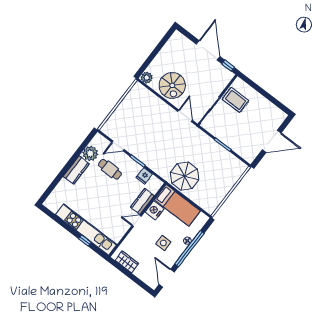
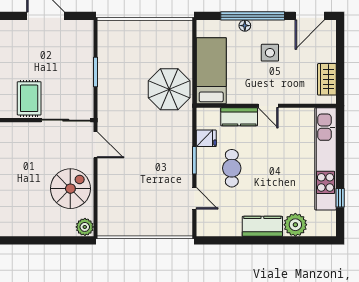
door: (185, 116) -> (95, 145), swing flipped
plant: (90, 153) -> (295, 225), moved
cafe table: (110, 169) -> (232, 168), moved
nightstand: (154, 210) -> (239, 94), removed
window: (85, 241) -> (340, 198), moved

